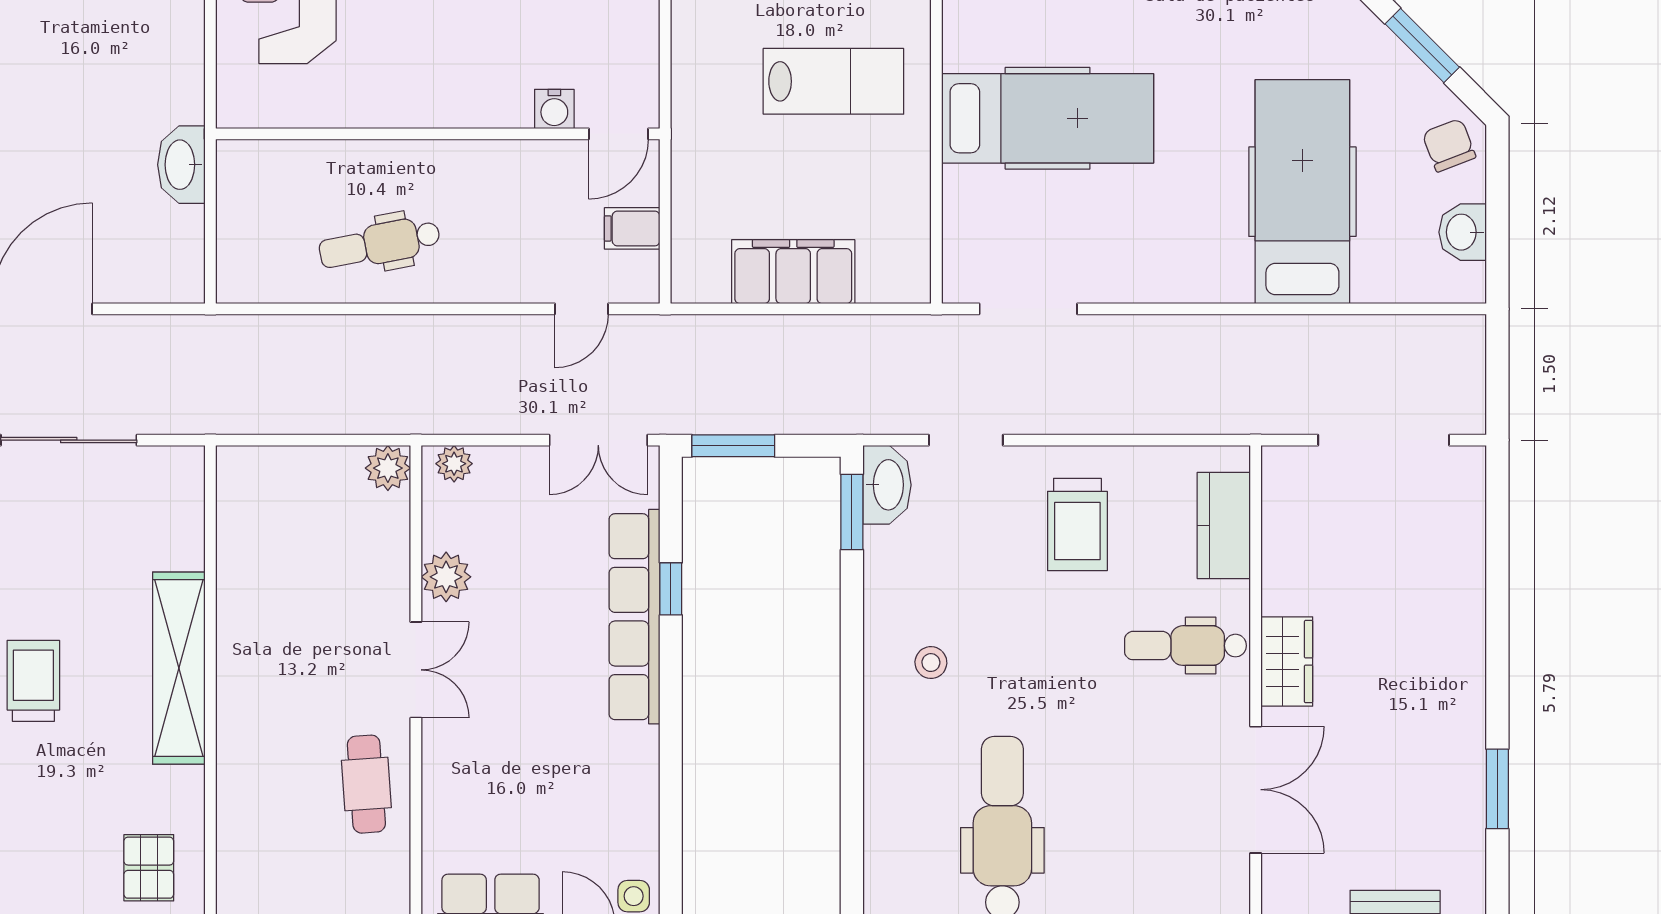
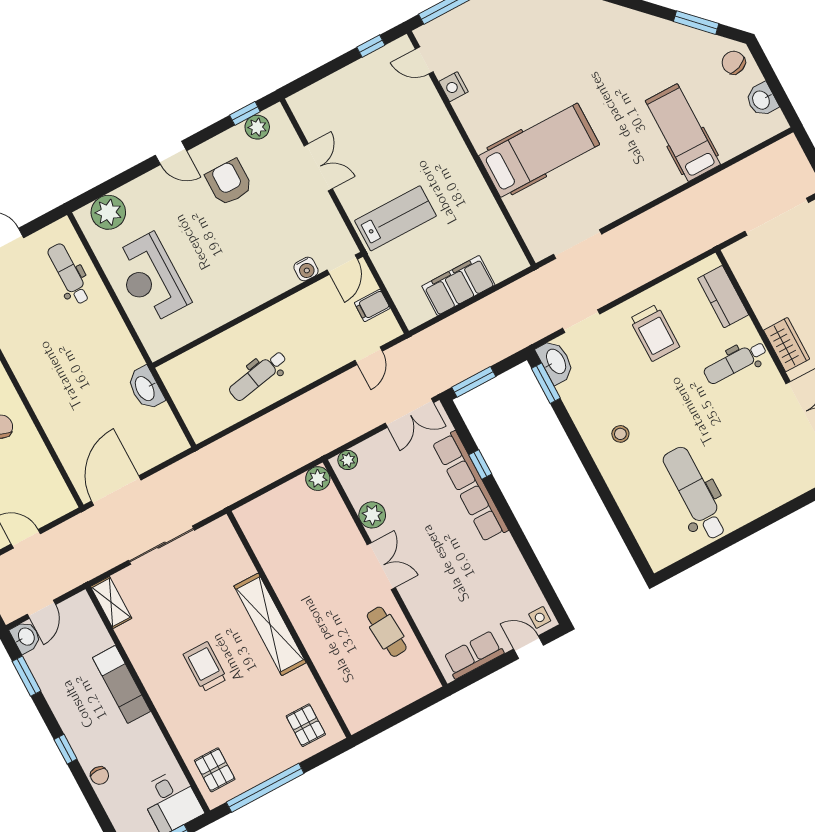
lab bench: (833, 81) -> (395, 218), moved
hospital bed: (1302, 192) -> (683, 133), width x0.73, depth x0.78

